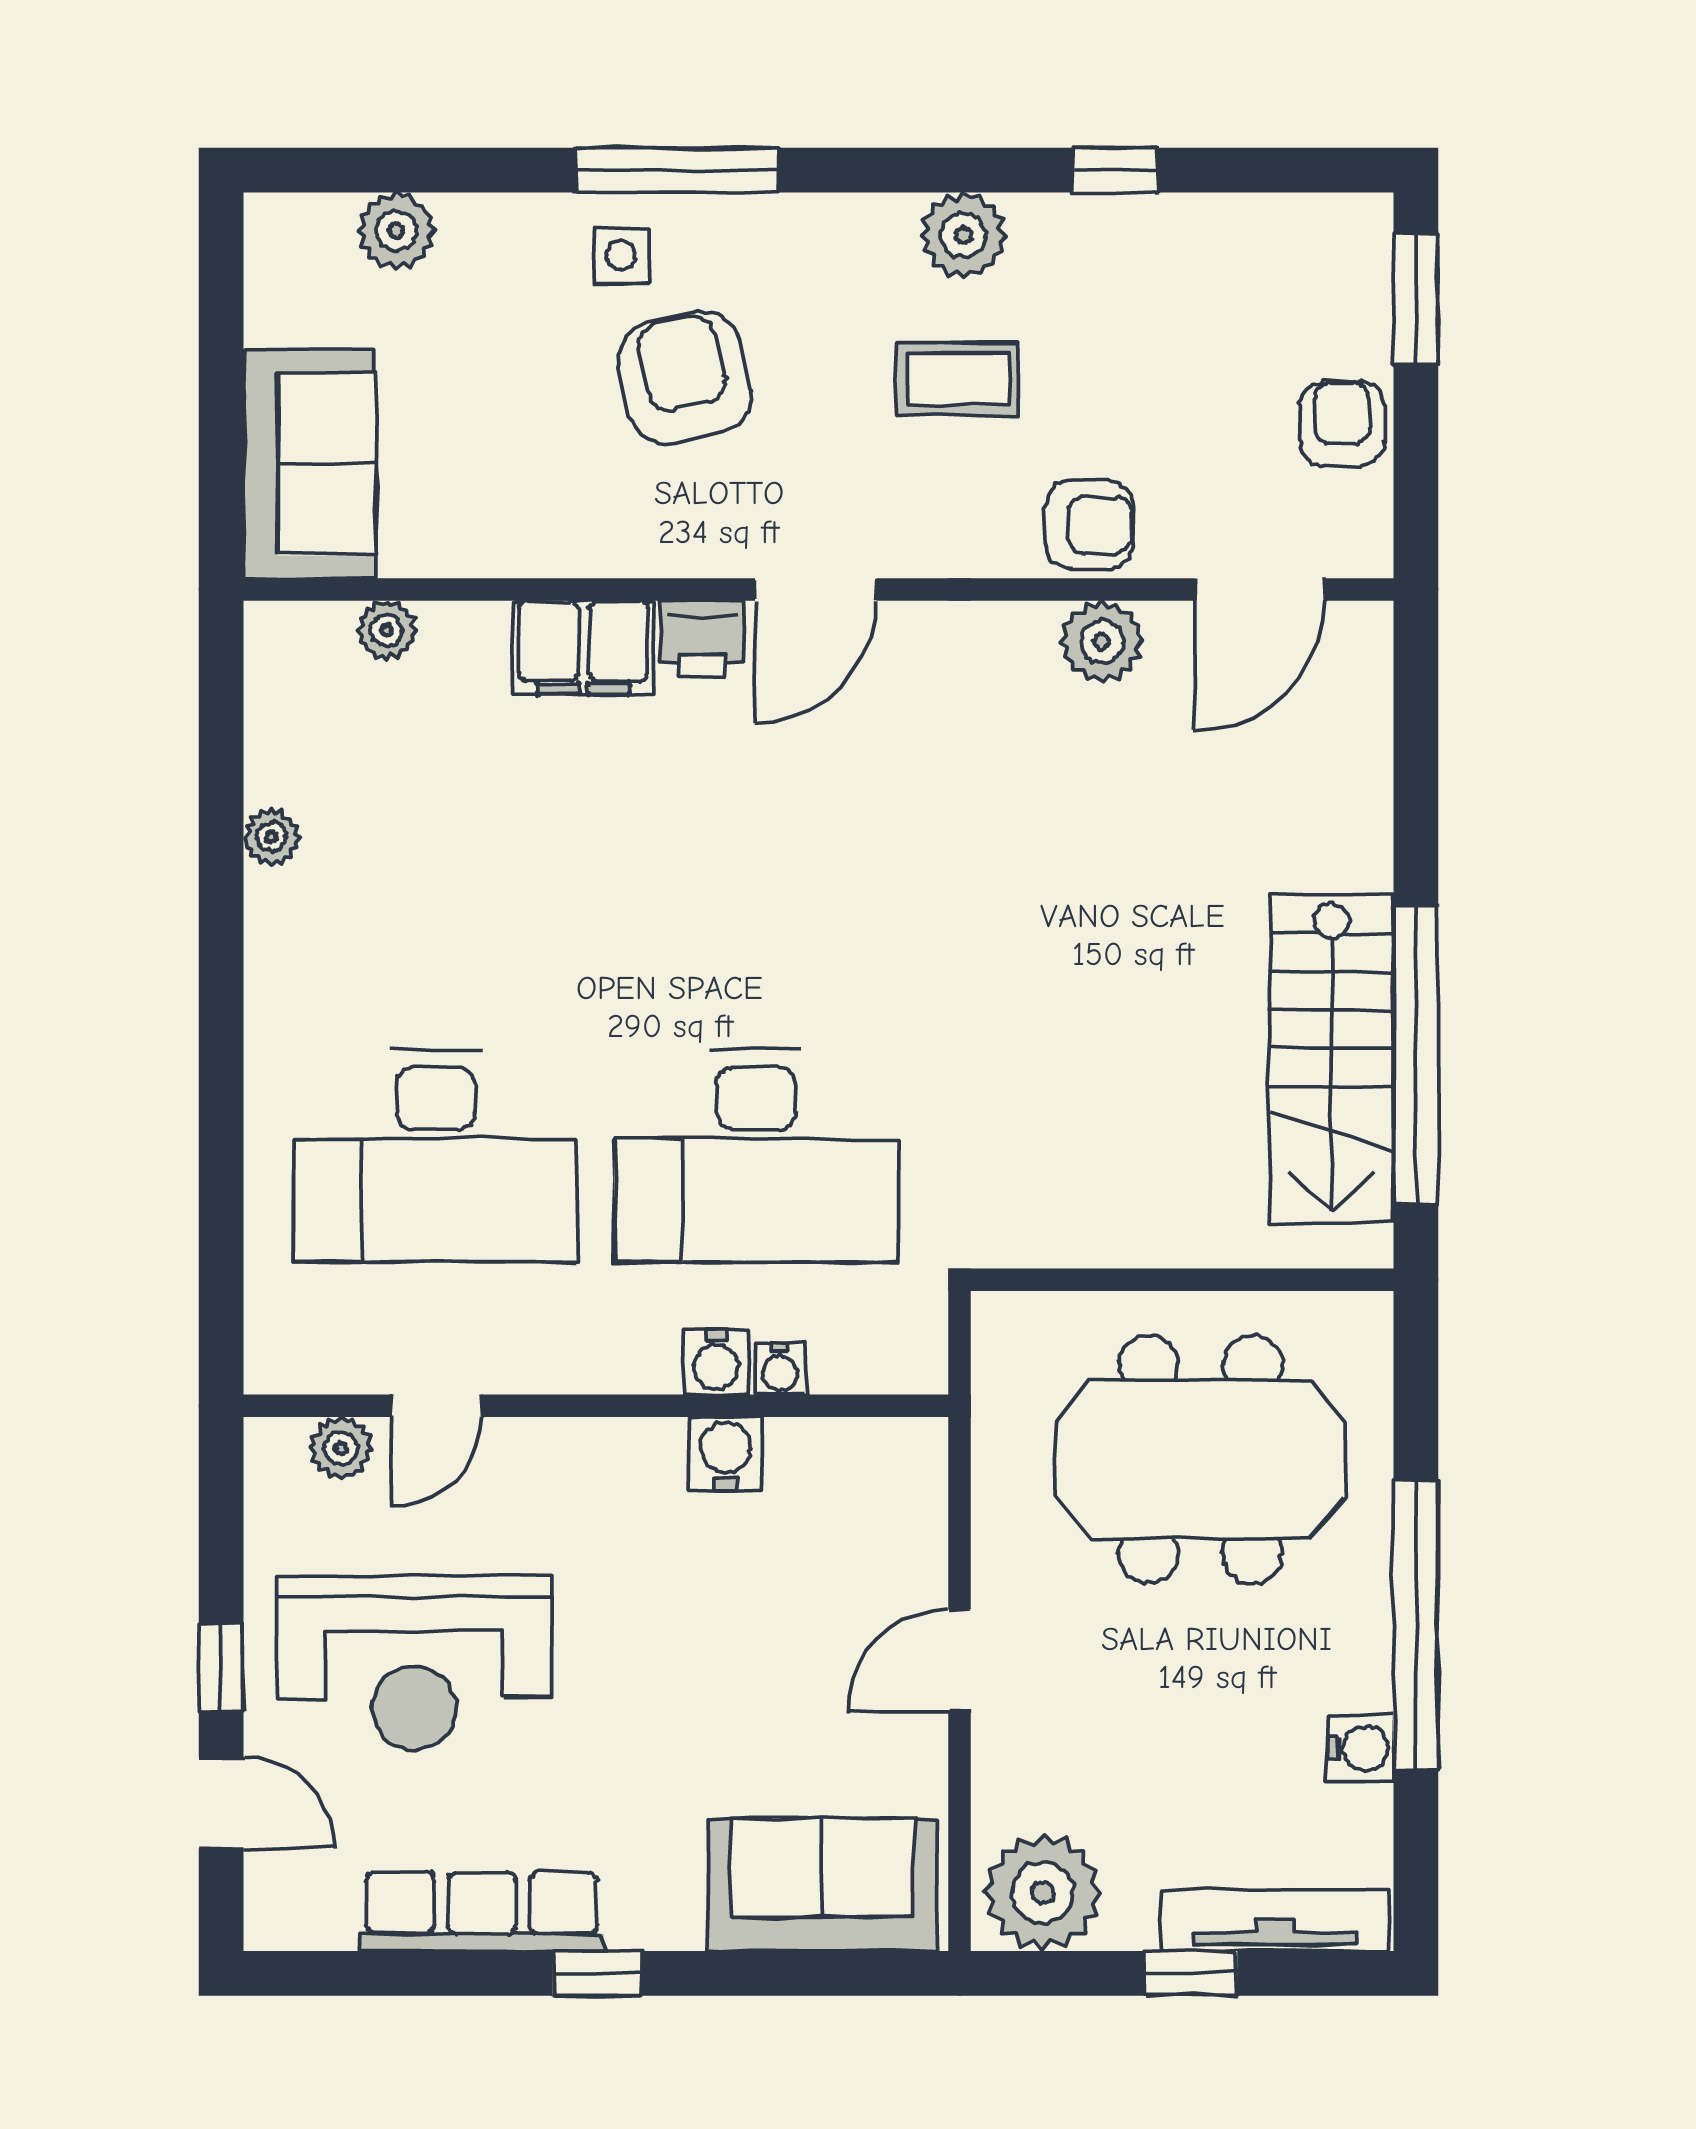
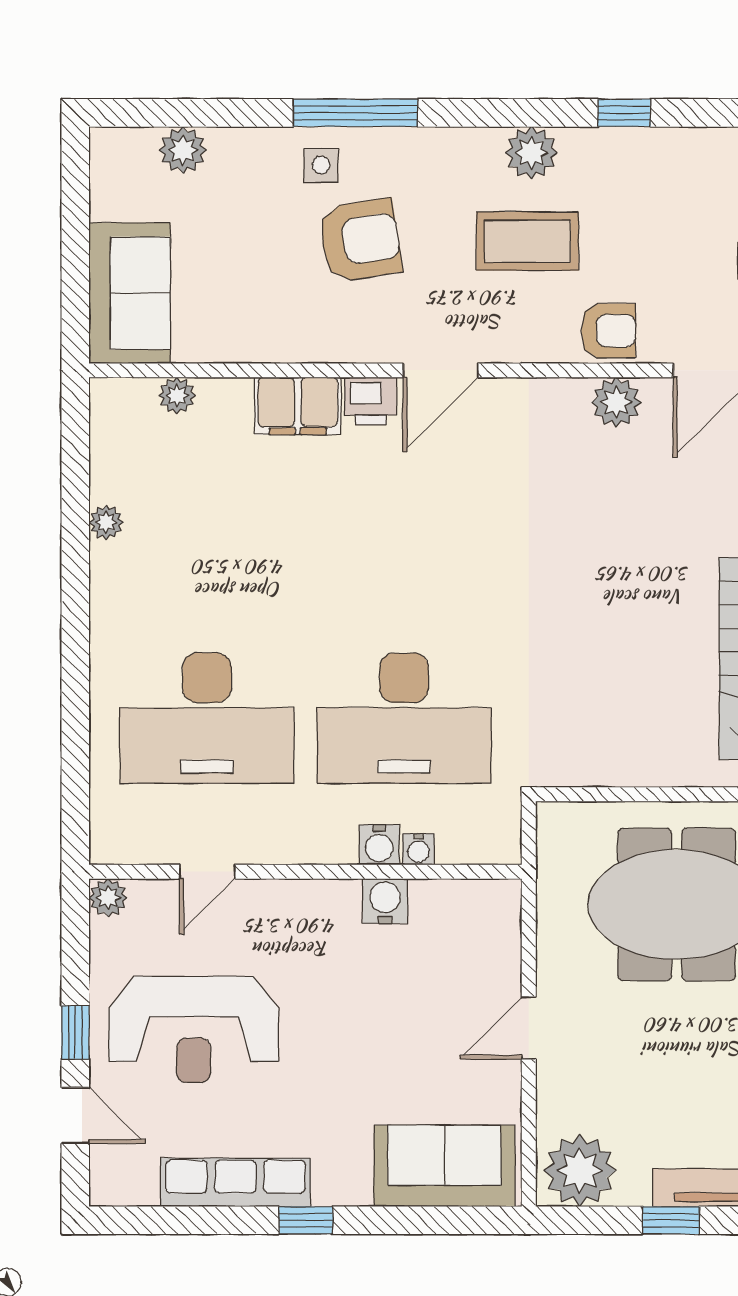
armchair: (685, 378) -> (360, 240), turned 95
coffee table: (958, 379) -> (528, 241), width x1.36, depth x1.30
plant: (341, 1448) -> (108, 898), moved

